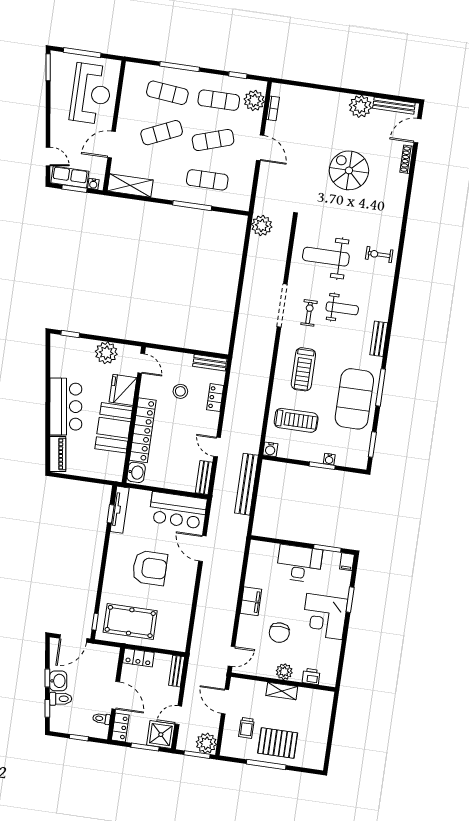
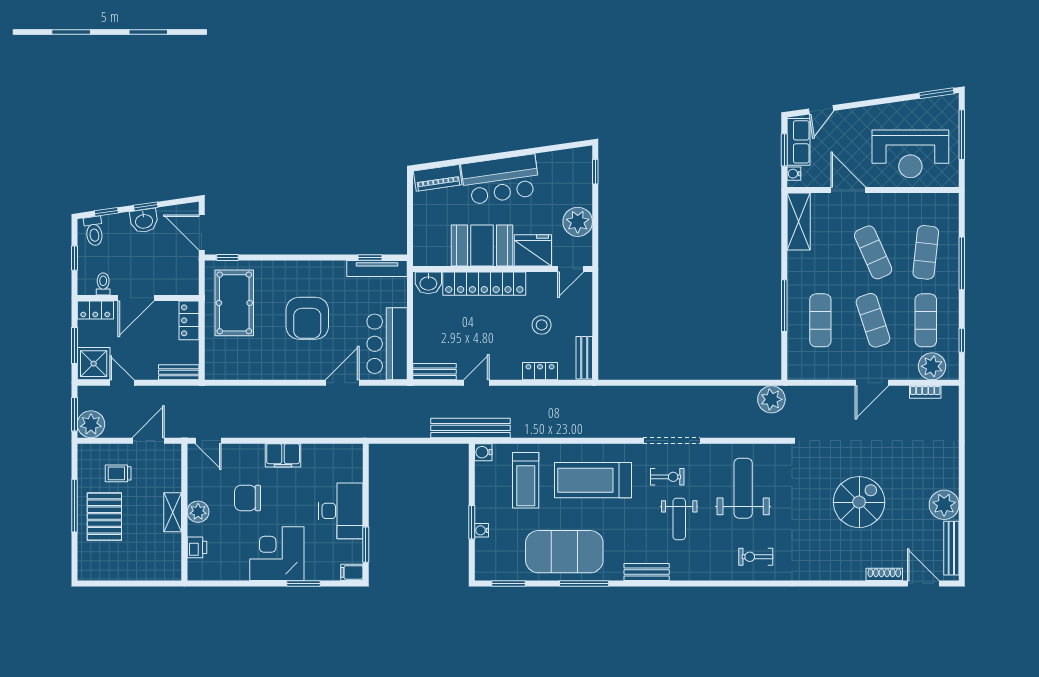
exercise bike: (379, 255) -> (756, 557), turned -90
treadmill: (303, 369) -> (593, 480), width x1.37, depth x1.38
bench: (247, 484) -> (470, 428), moved
toilet: (61, 699) -> (94, 231), moved

